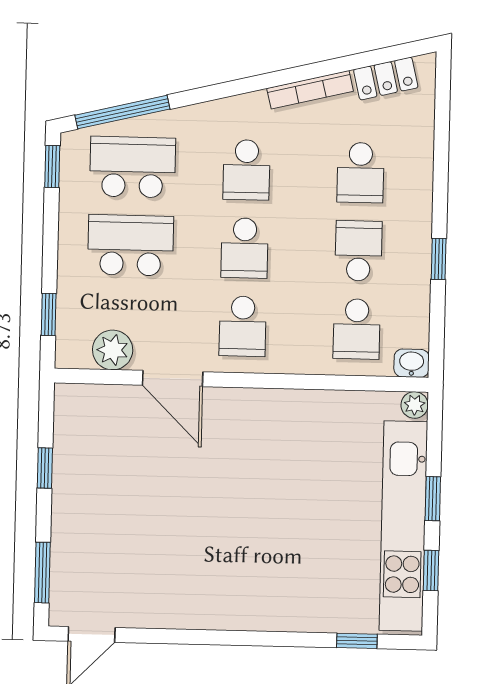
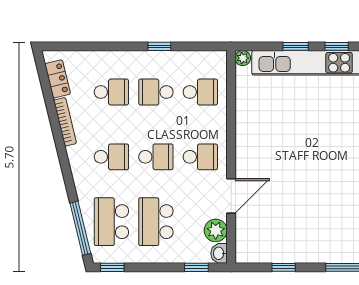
washbasin: (412, 363) -> (219, 253), moved

